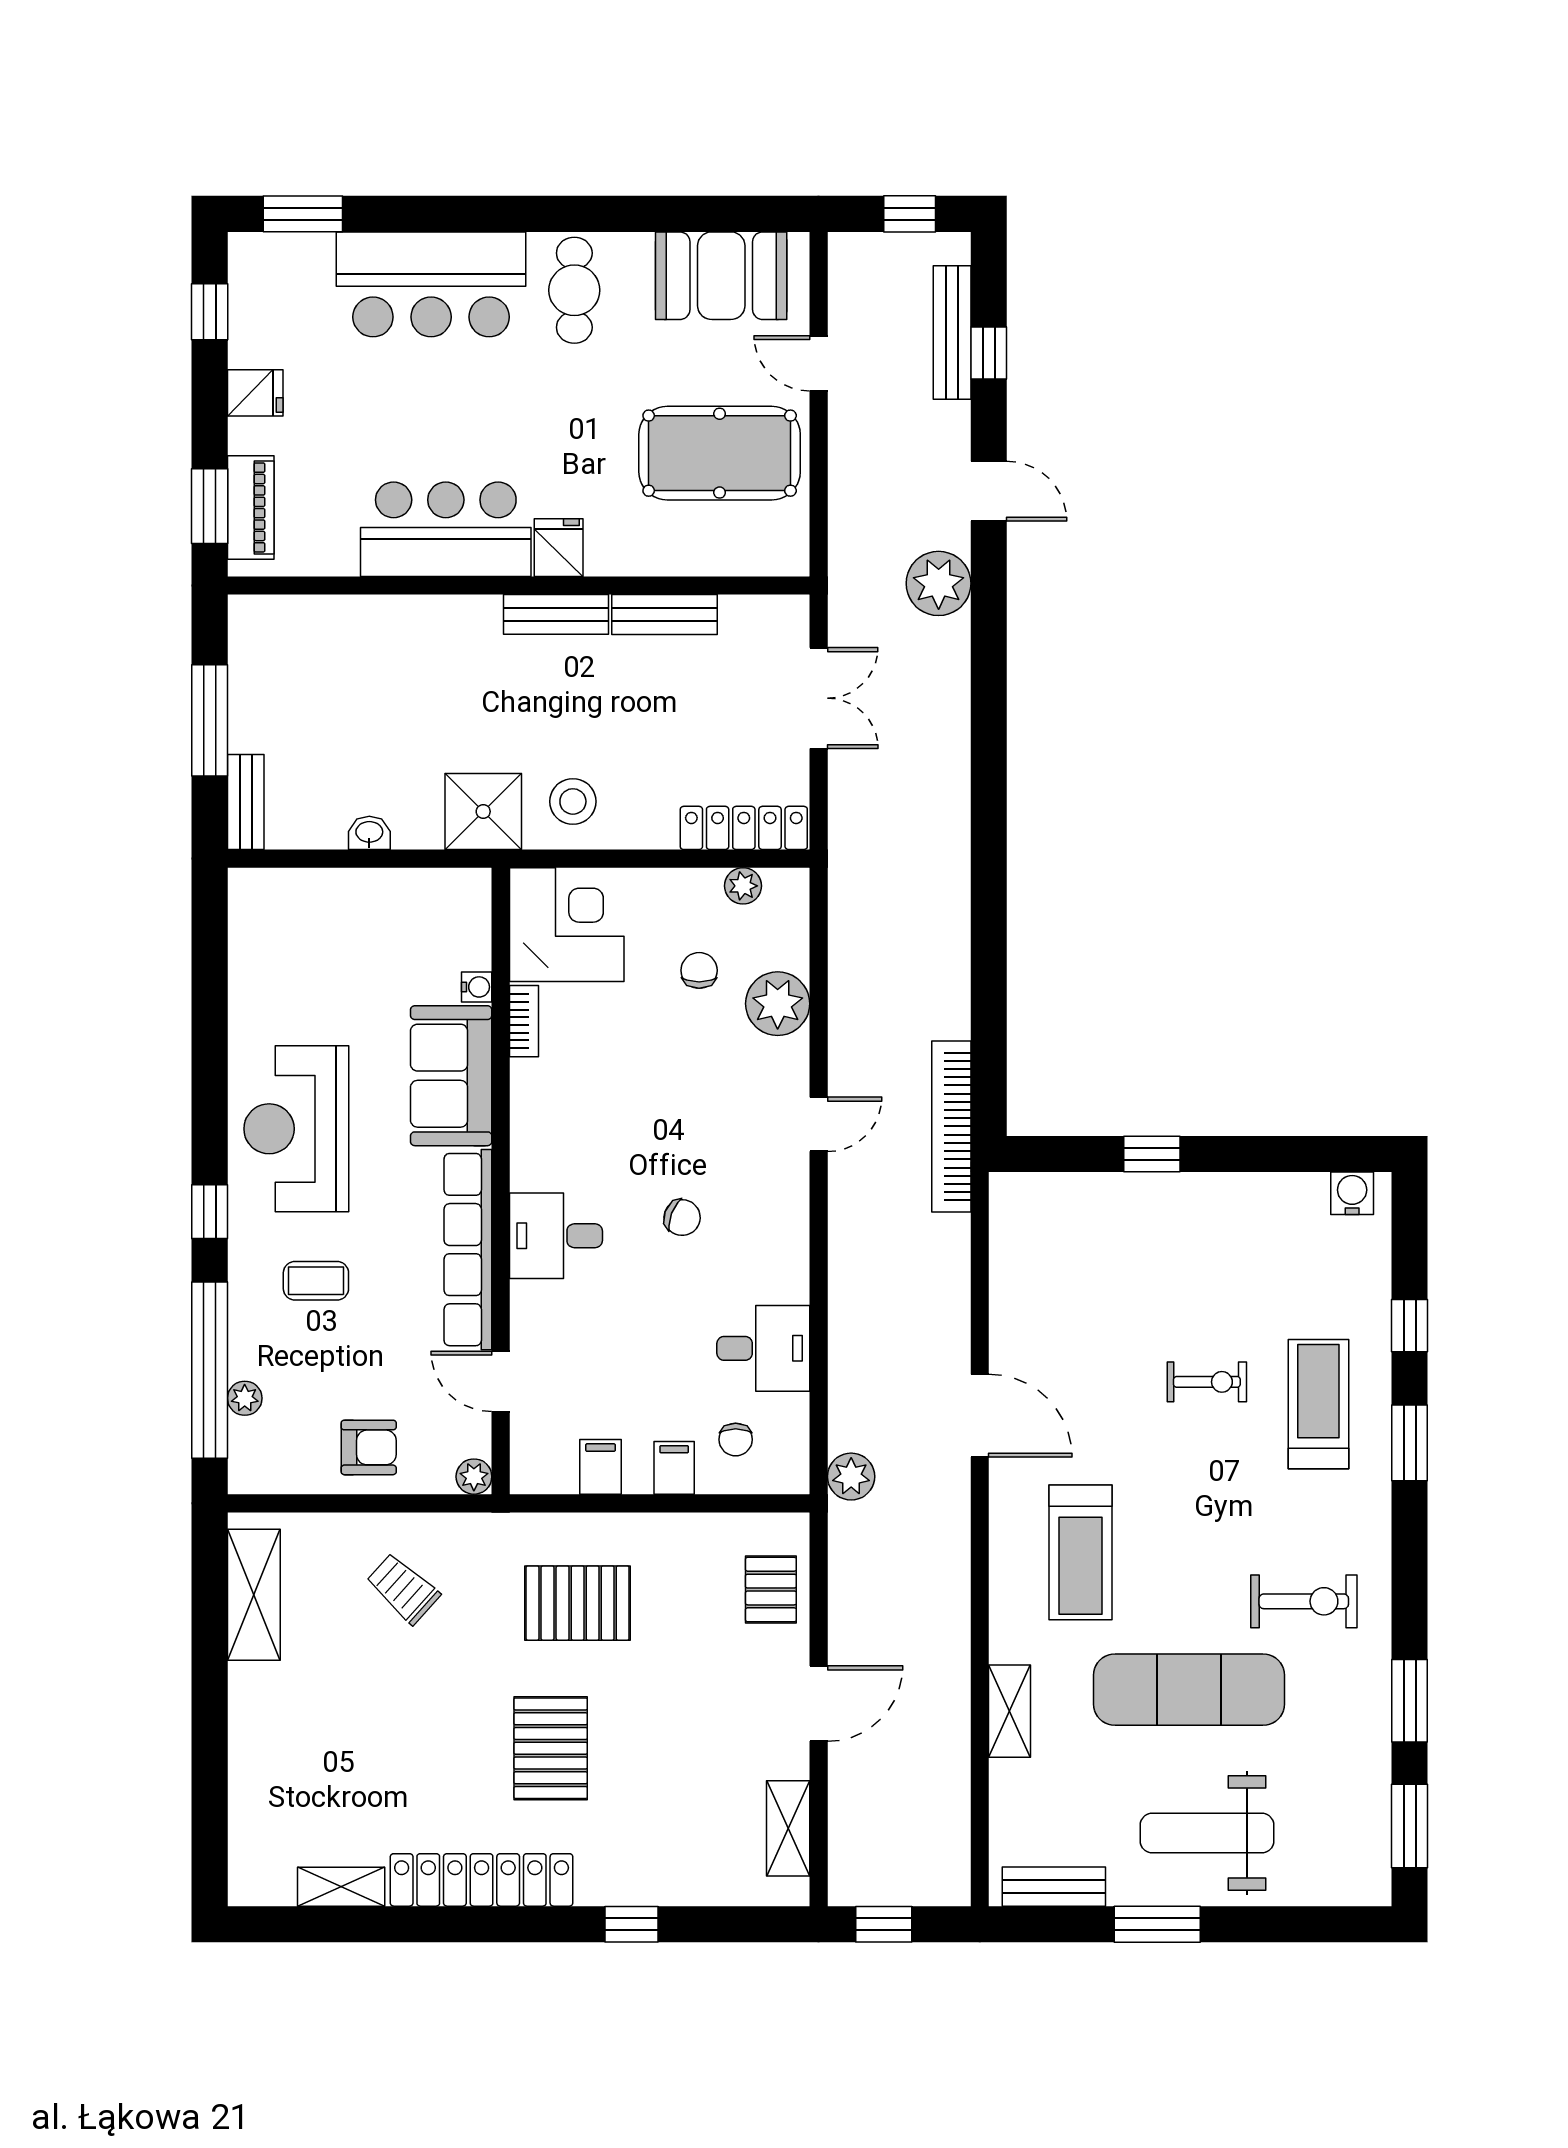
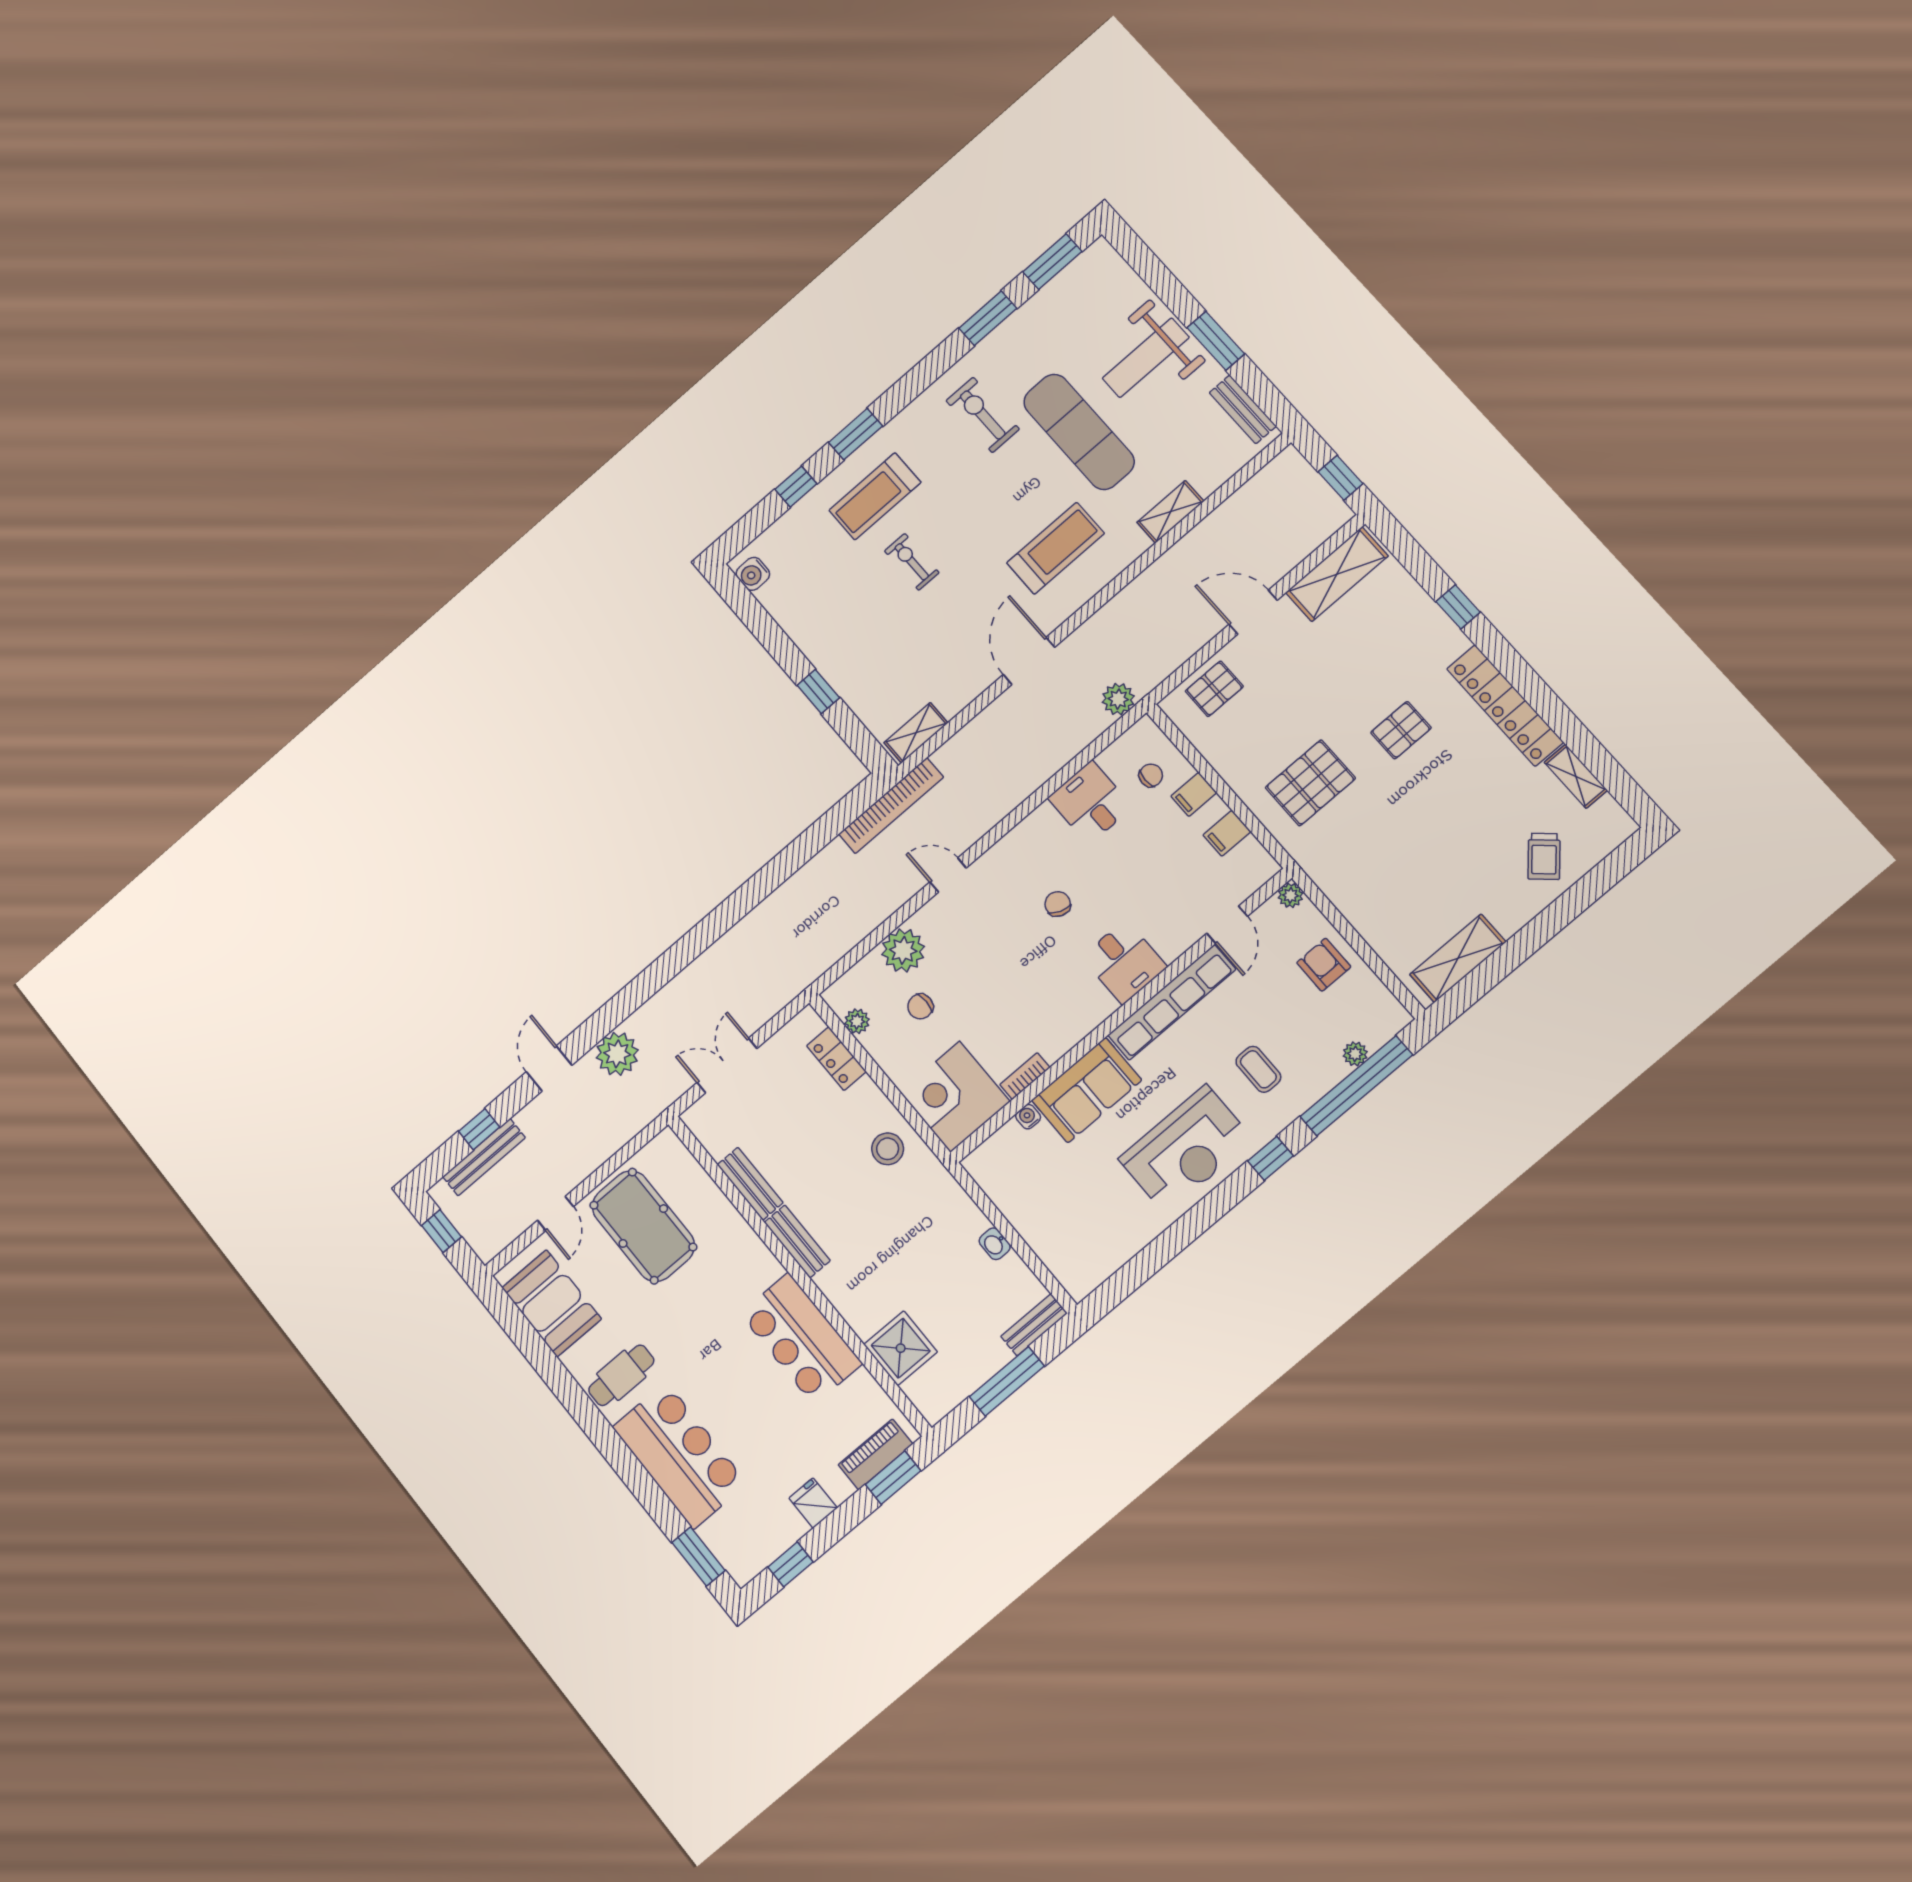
fridge: (559, 548) -> (761, 1270), removed
shower: (483, 812) -> (901, 1348), moved
locker: (744, 828) -> (836, 1059), width x0.66
shelving: (1009, 1223) -> (916, 733), added
trolley: (403, 1589) -> (1544, 856), moved
pallet: (578, 1603) -> (1310, 783), turned 90
pallet: (551, 1748) -> (1401, 730), width x0.67, depth x0.71
shelving: (788, 1828) -> (1337, 574), width x1.50, depth x1.33
weight bench: (1207, 1833) -> (1146, 358), turned 90

